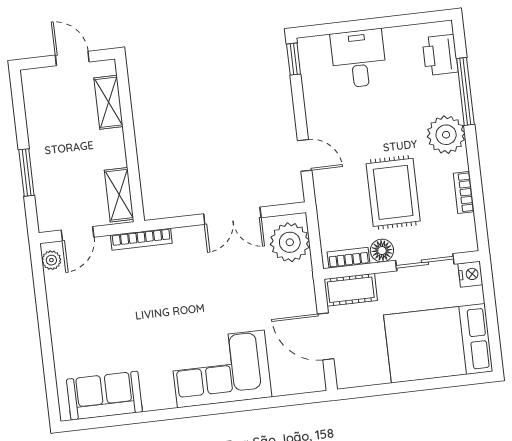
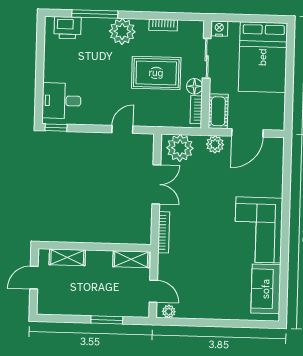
desk: (359, 59) -> (62, 101), moved
bookcase: (141, 239) -> (164, 232), moved
plant: (302, 292) -> (215, 144), added
corner sofa: (221, 369) -> (258, 230), moved

